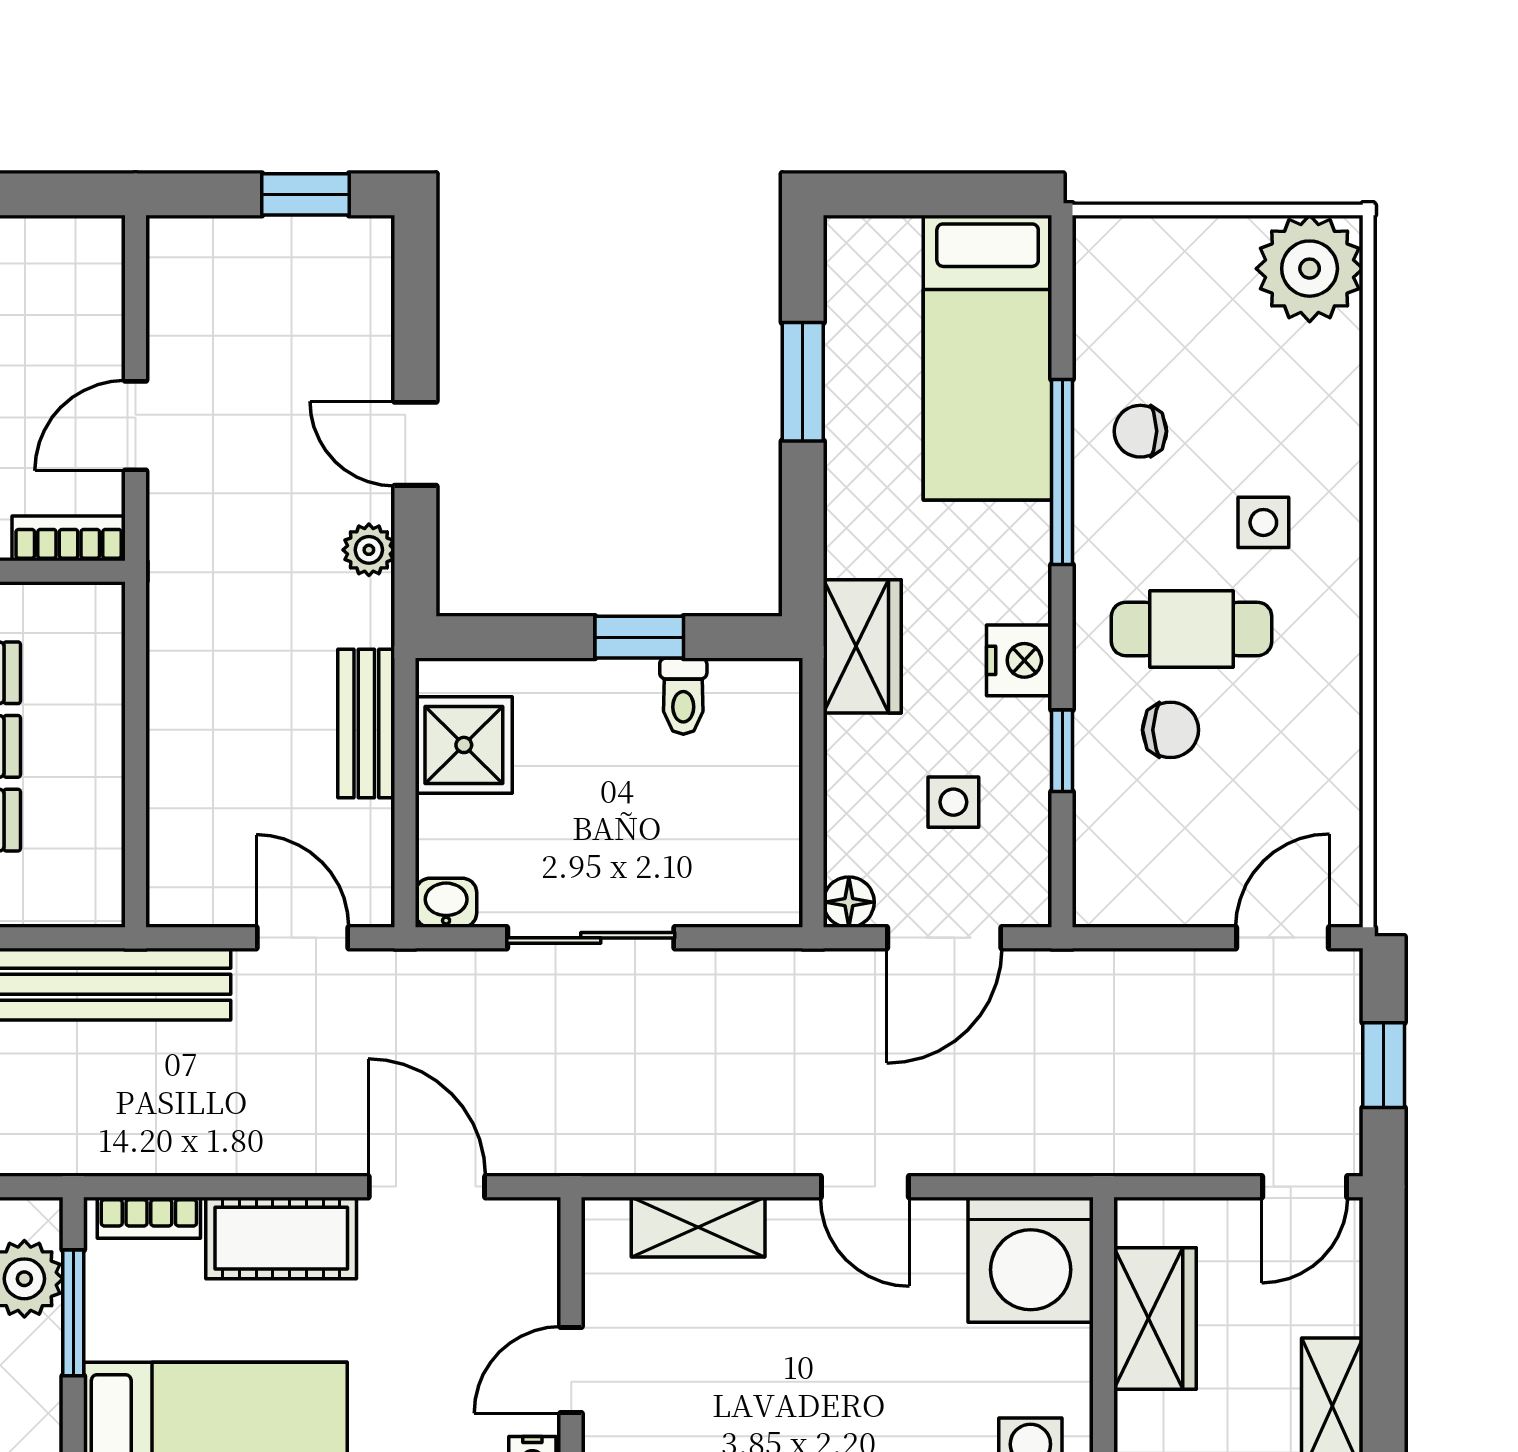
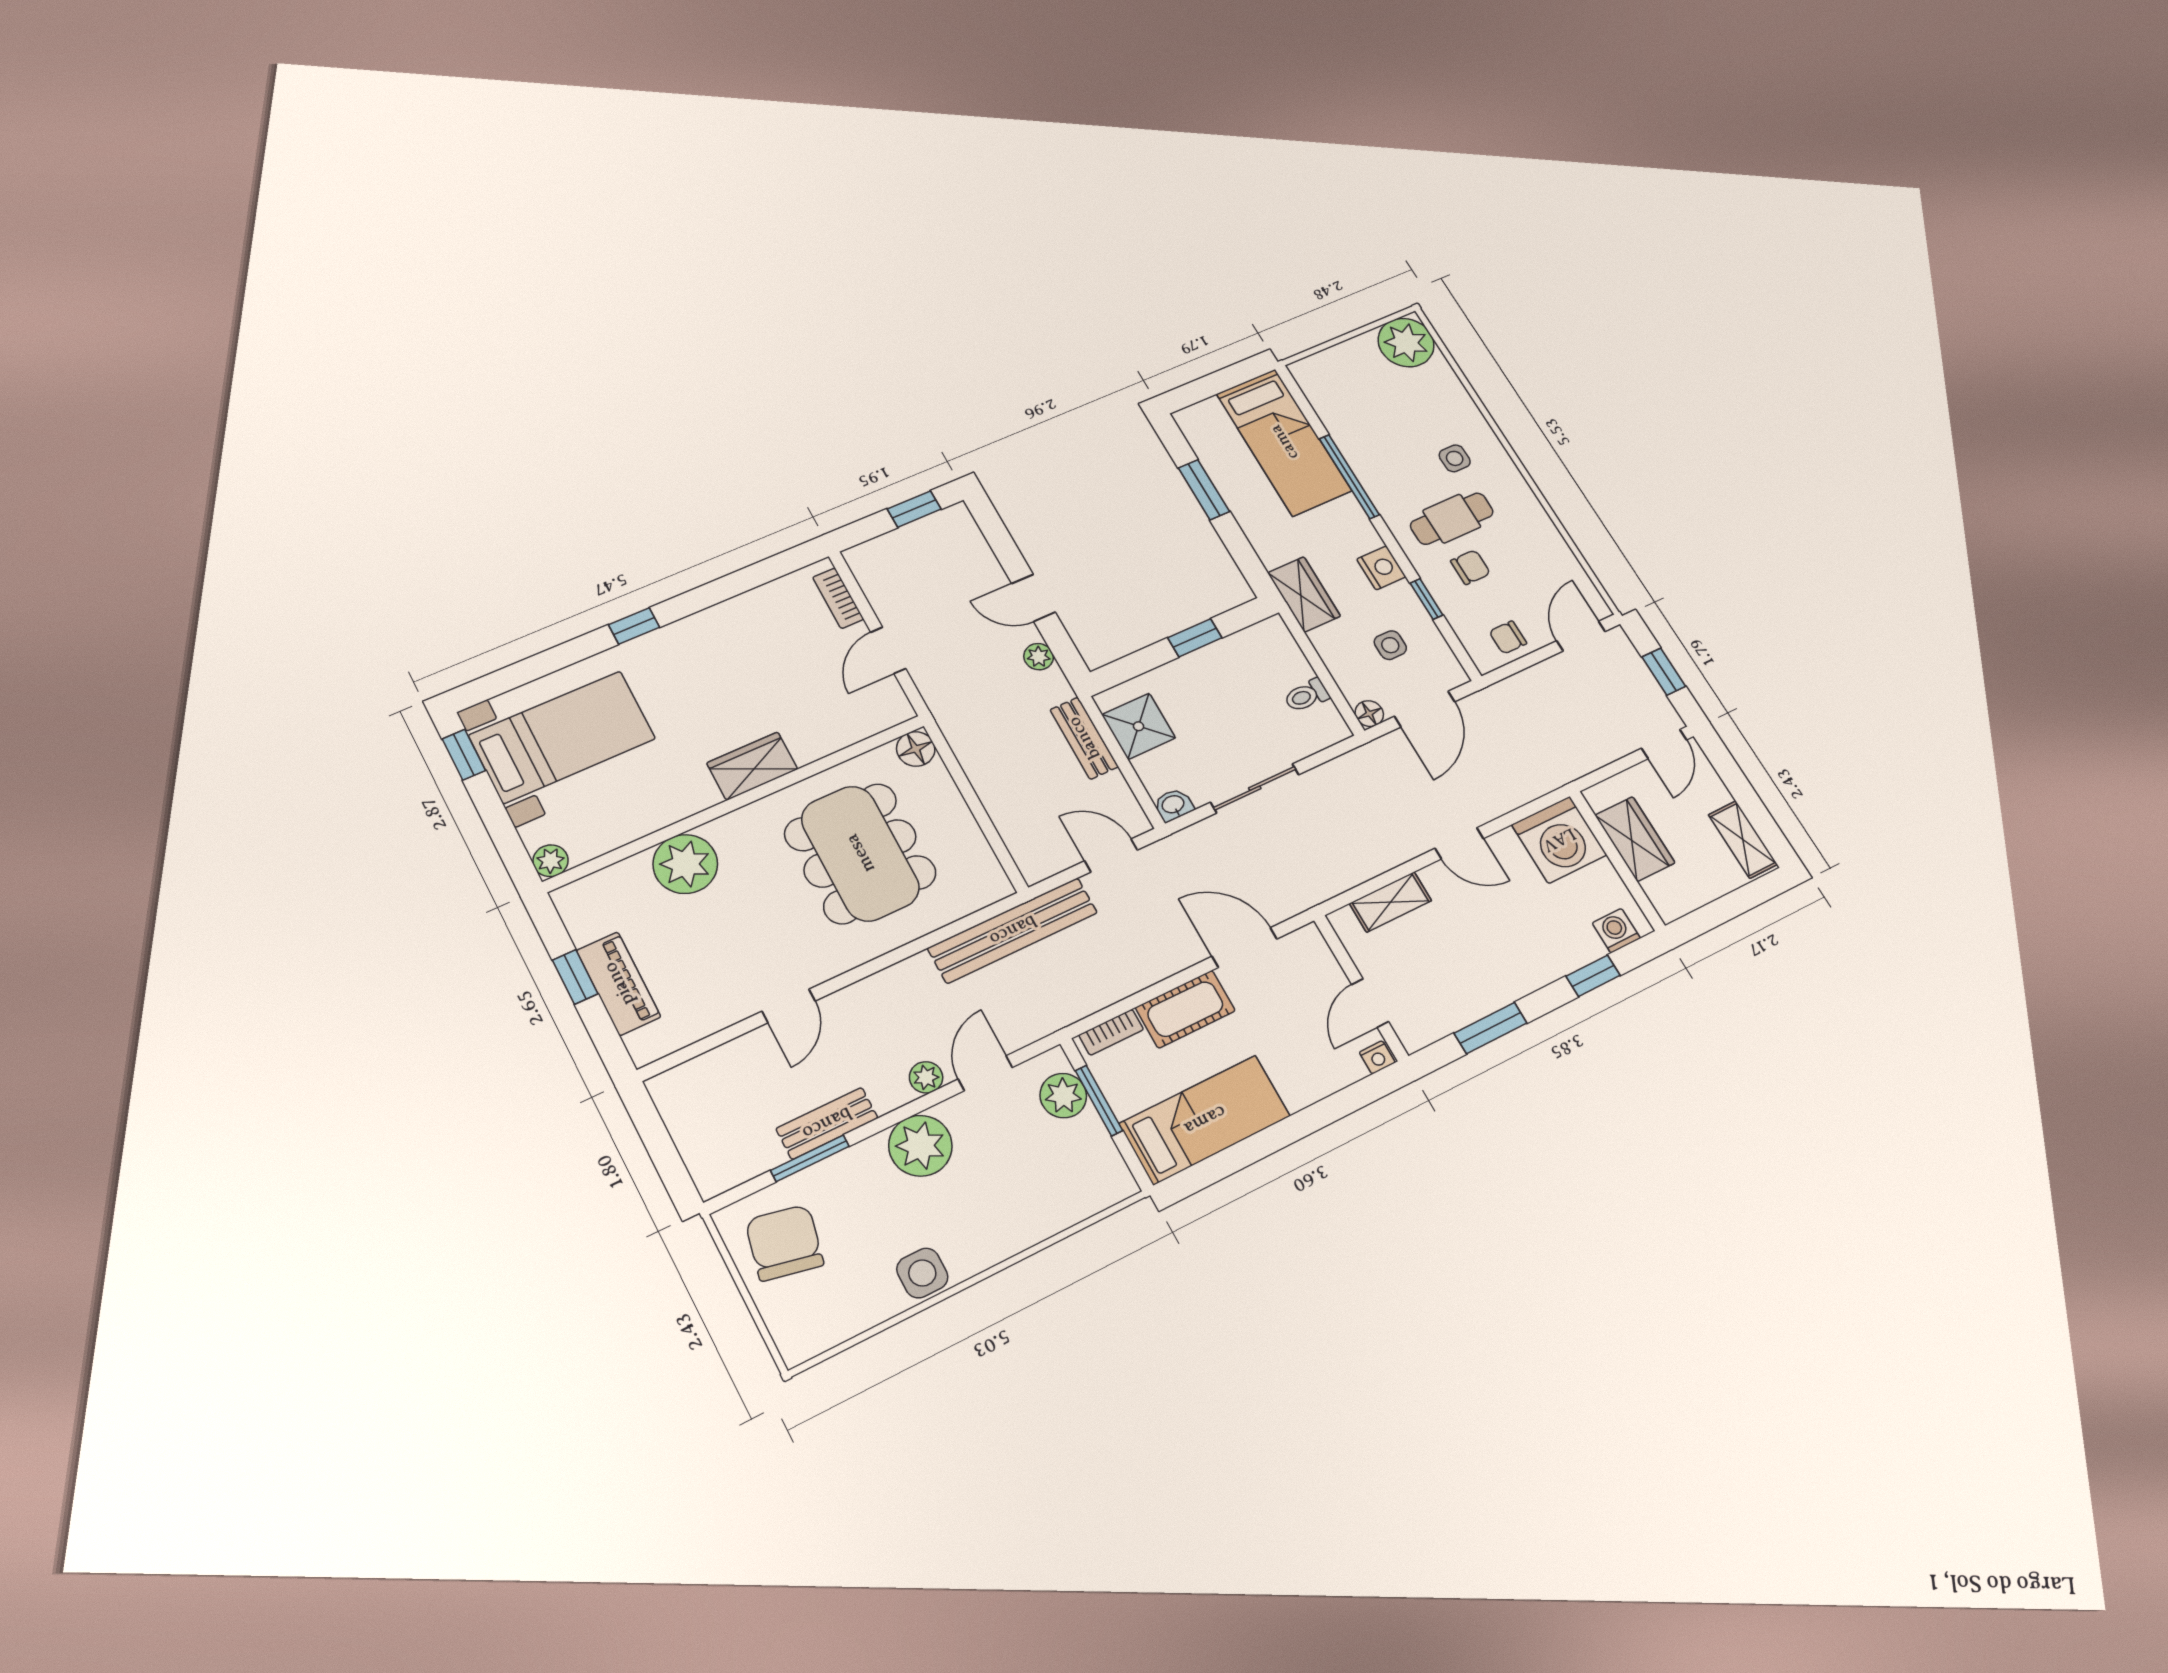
chair: (1140, 431) -> (1508, 637), moved
bookcase: (69, 538) -> (838, 598), moved, turned -90
floor lamp: (92, 615) -> (916, 749), added
toilet: (683, 696) -> (1307, 695), moved, turned 90

